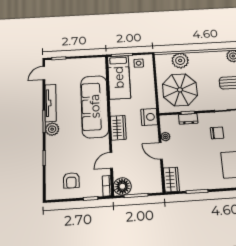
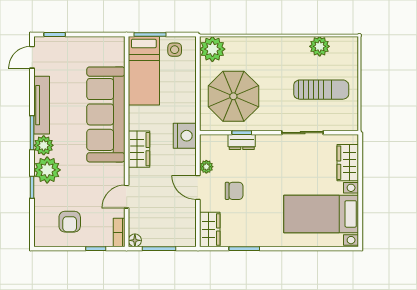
plant: (180, 61) -> (212, 49), moved
chair: (217, 133) -> (234, 191), moved
plant: (55, 146) -> (47, 170), added
floor lamp: (122, 186) -> (135, 240), width x0.53, depth x0.53

